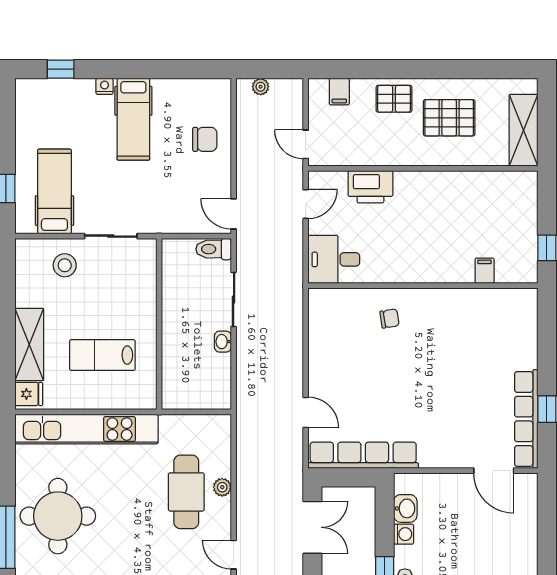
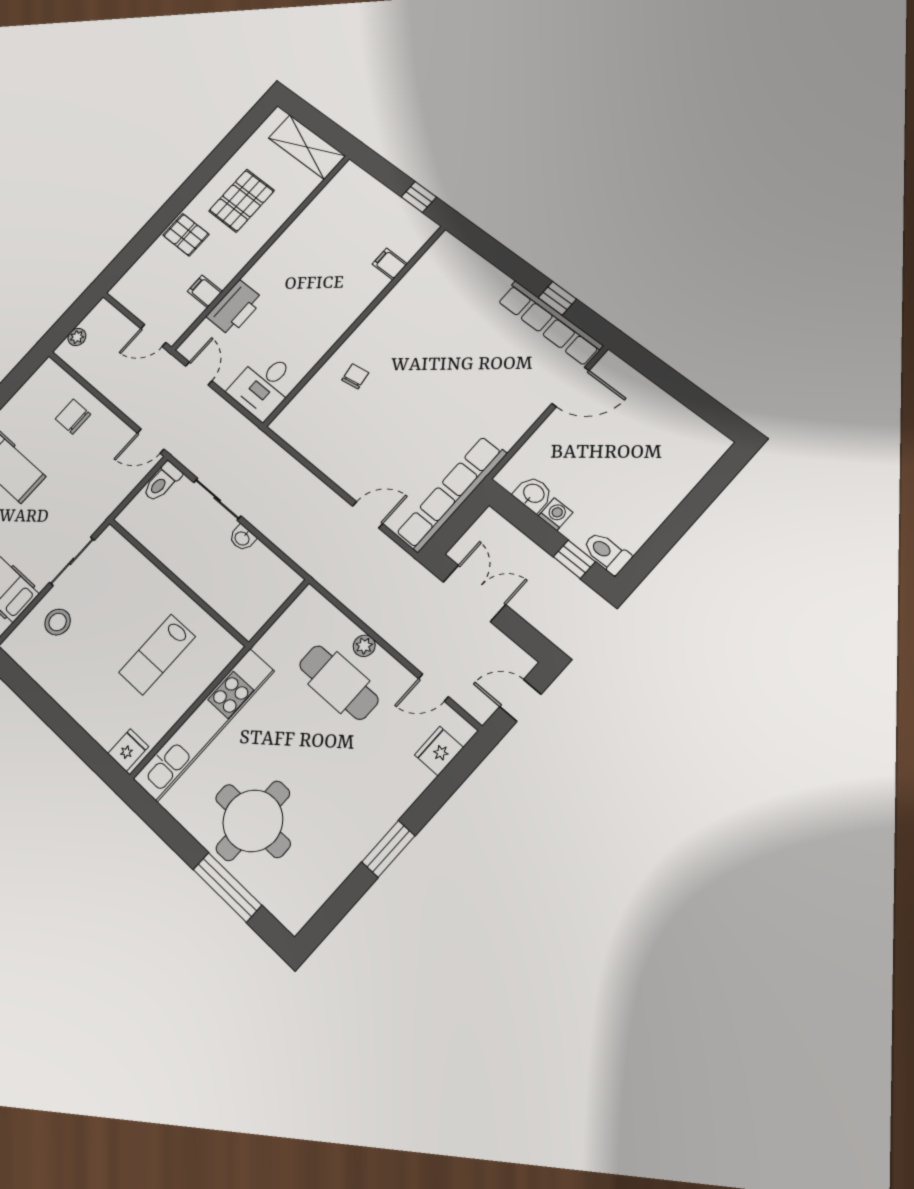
filing cabinet: (339, 92) -> (205, 291), moved, turned 180
pallet: (394, 99) -> (186, 235), turned 90
chair: (205, 139) -> (73, 417), turned -90
shelving: (29, 344) -> (90, 712), removed

